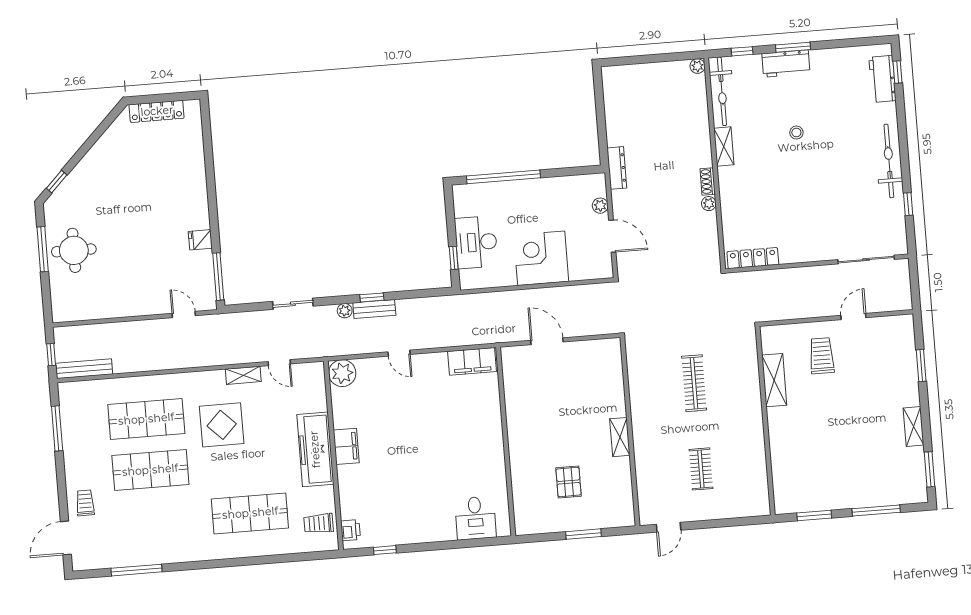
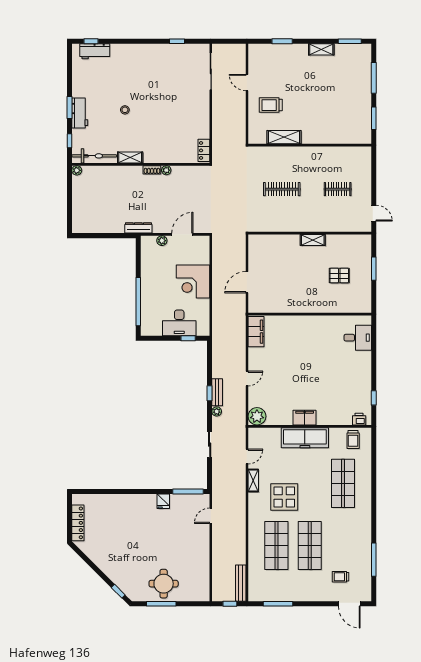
bicycle: (889, 161) -> (148, 51), removed
locker: (753, 258) -> (204, 150), width x0.66
trolley: (85, 503) -> (341, 577), moved

